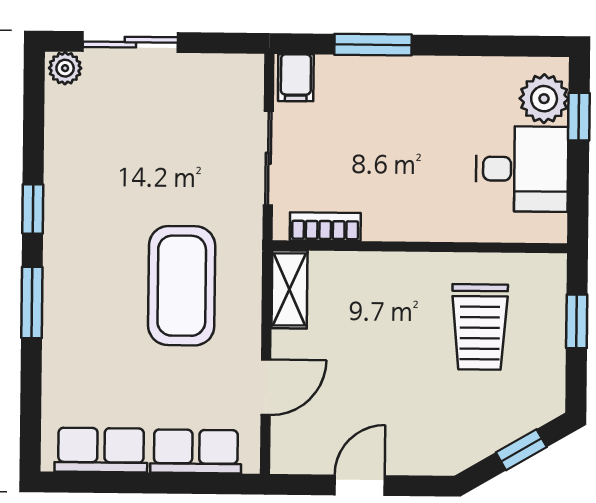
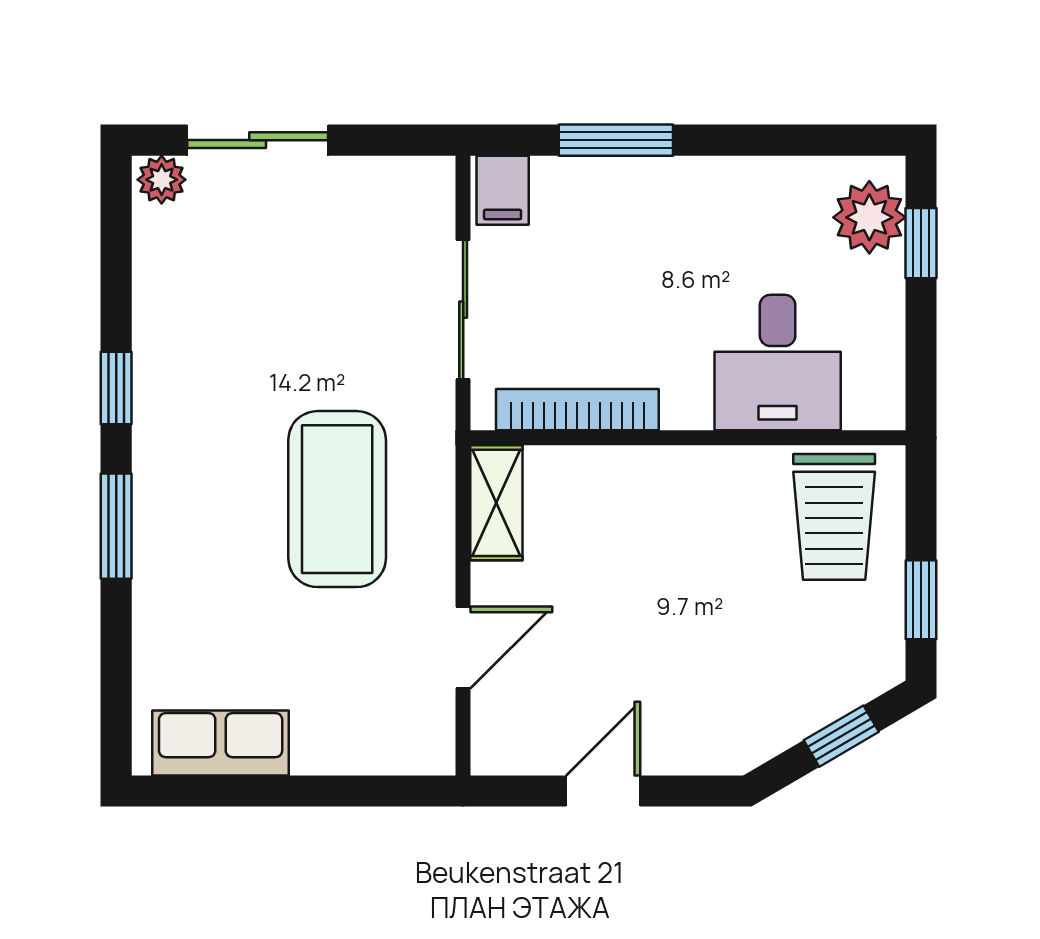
desk: (522, 169) -> (778, 363), moved, turned 90
bookcase: (325, 227) -> (577, 410), width x1.56
window: (577, 321) -> (921, 600), moved
trolley: (480, 327) -> (834, 517), moved
row of seats: (196, 451) -> (361, 744), removed

